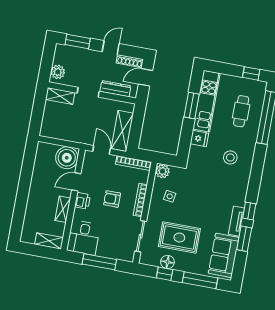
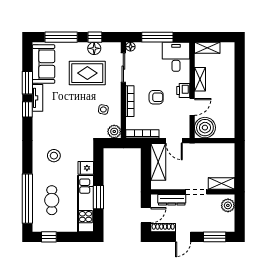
floor lamp: (129, 257) -> (130, 47), added

